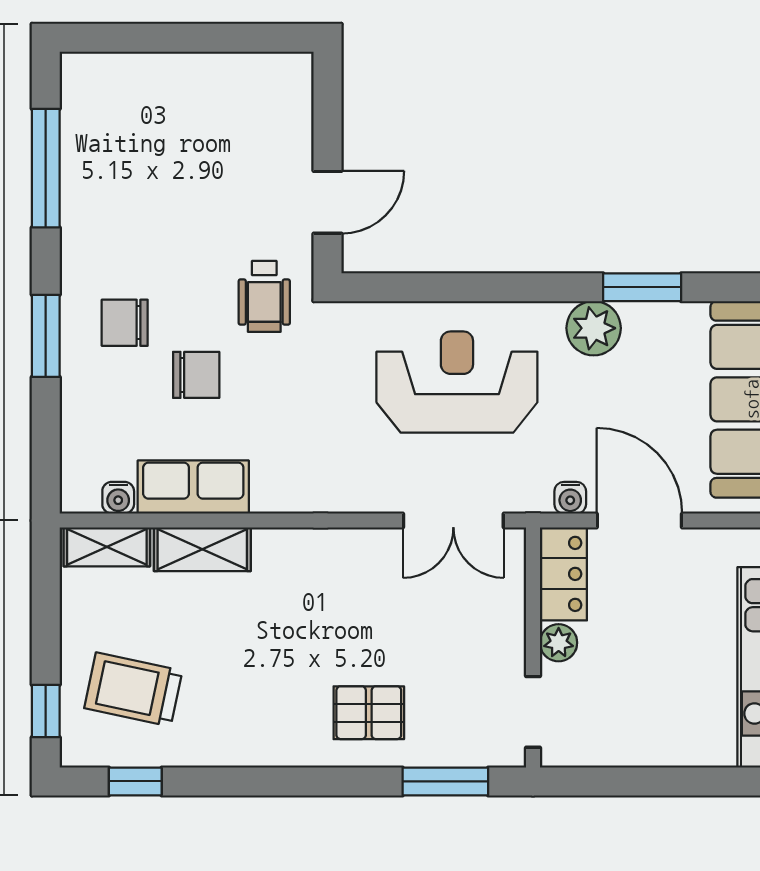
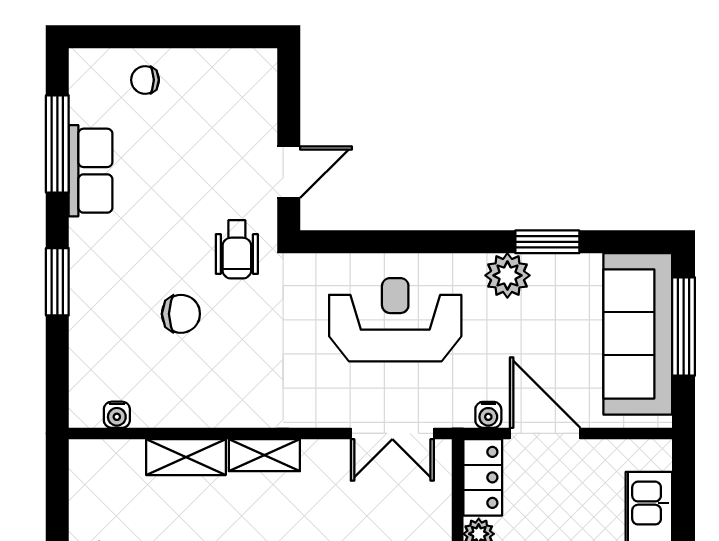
chair: (125, 323) -> (145, 80), moved, width x0.73, depth x0.73
row of seats: (193, 487) -> (90, 171), moved, turned 90
shelving: (107, 547) -> (264, 455), moved

